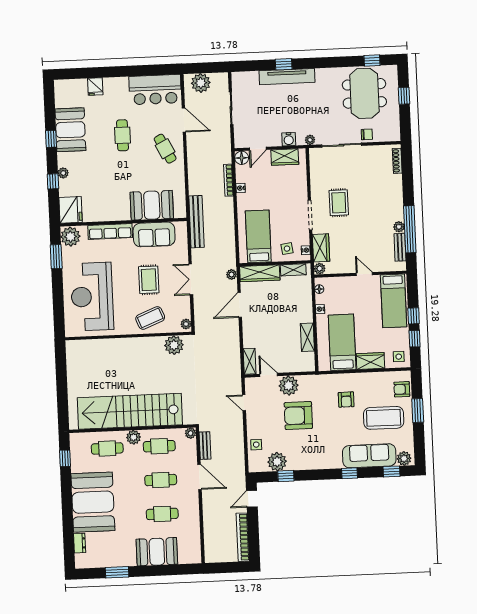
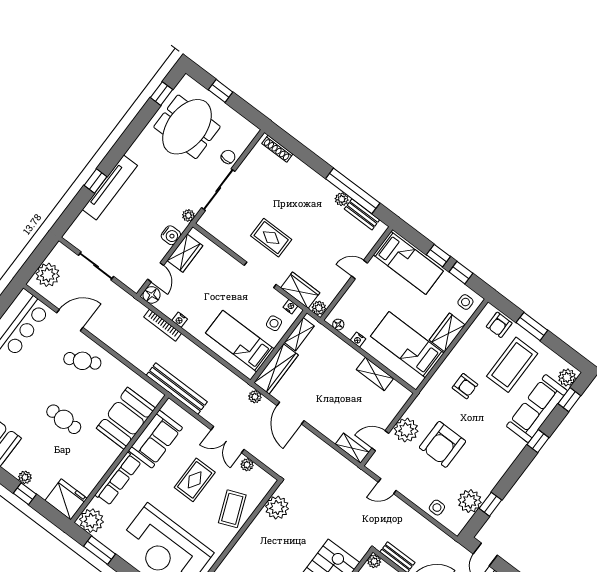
meeting table: (364, 93) -> (187, 127), turned 90
cafe table: (122, 135) -> (64, 419), moved
rug: (149, 280) -> (195, 480), turned 90
plant: (186, 324) -> (247, 465), moved

